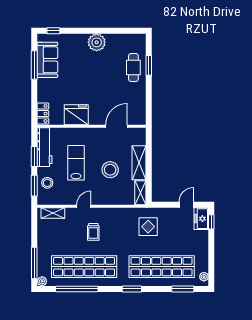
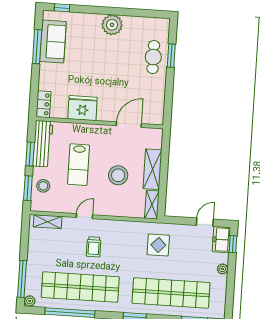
lab bench: (76, 163) -> (78, 165), turned 180
plant: (204, 277) -> (223, 269), moved

